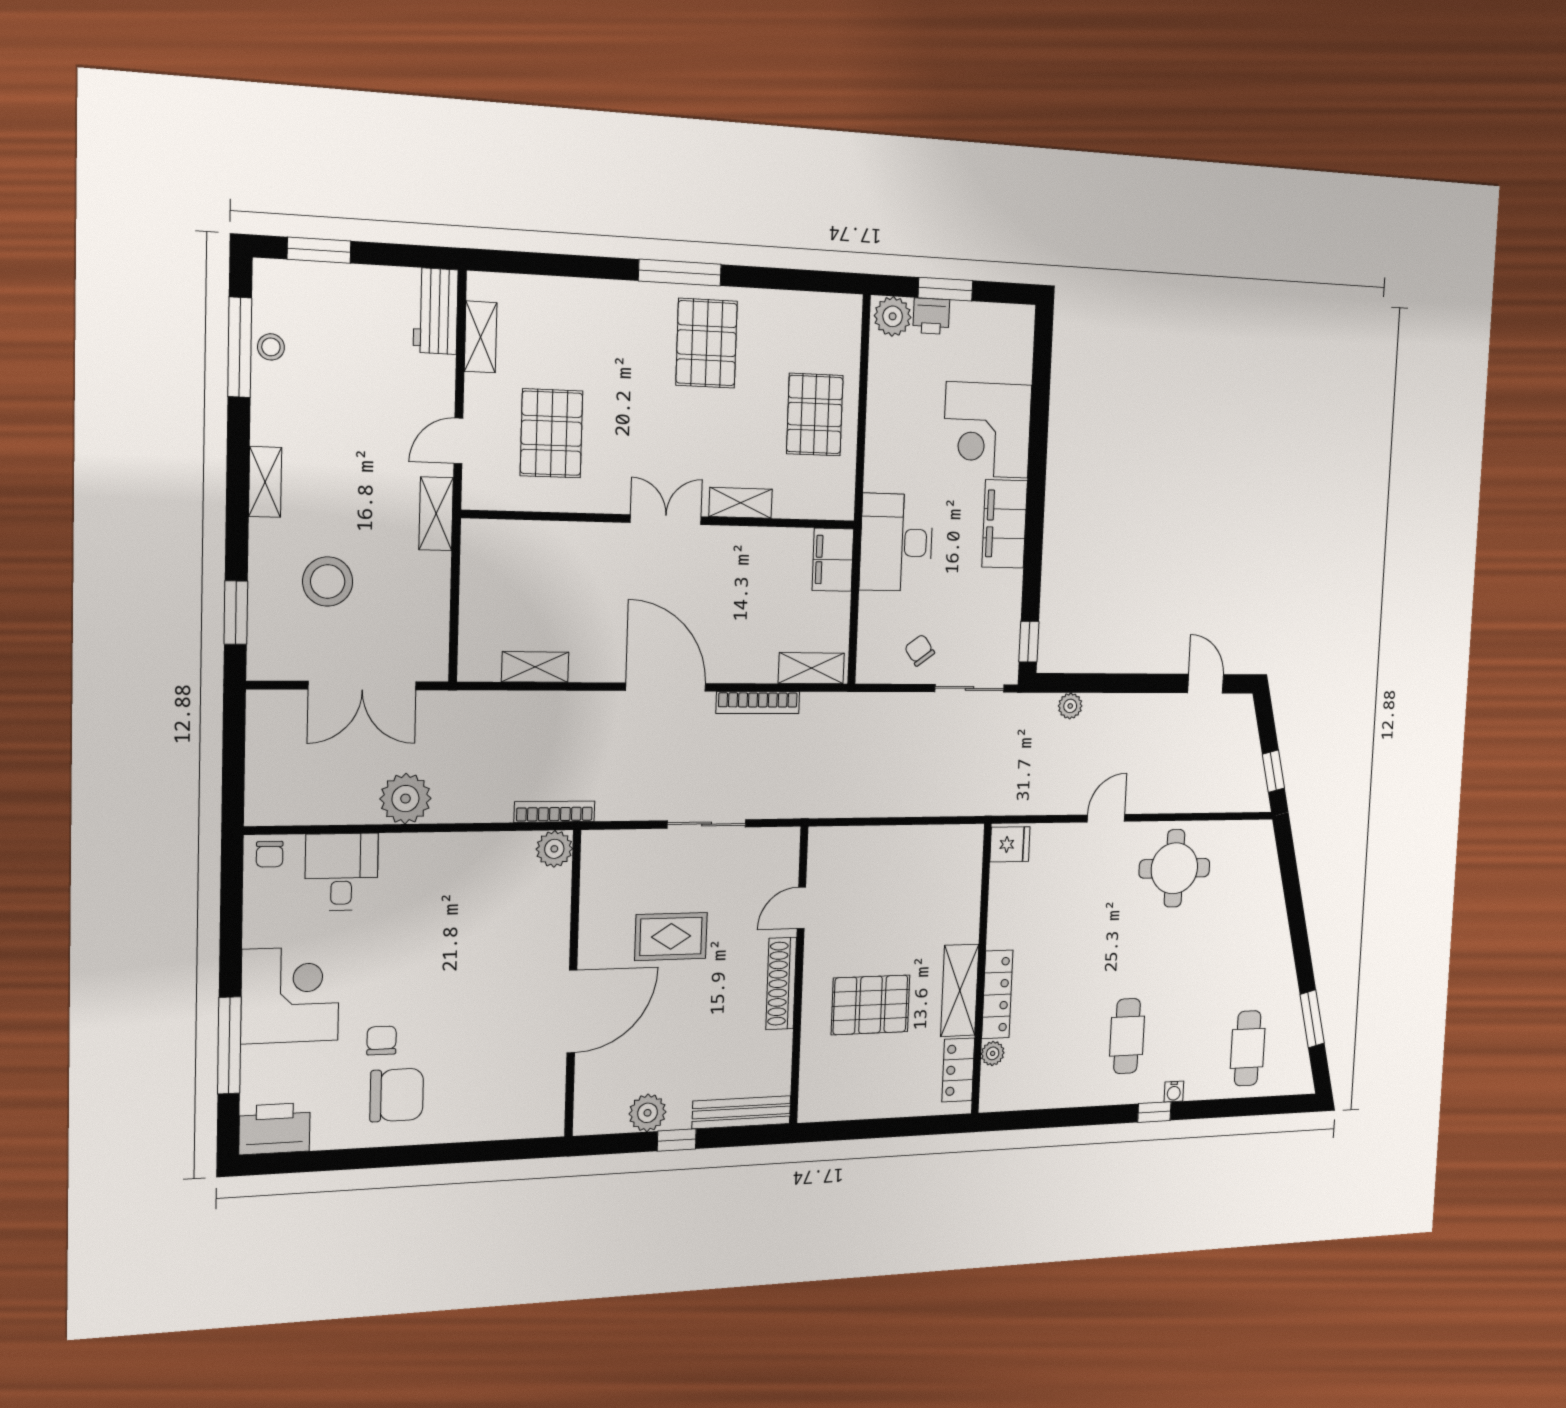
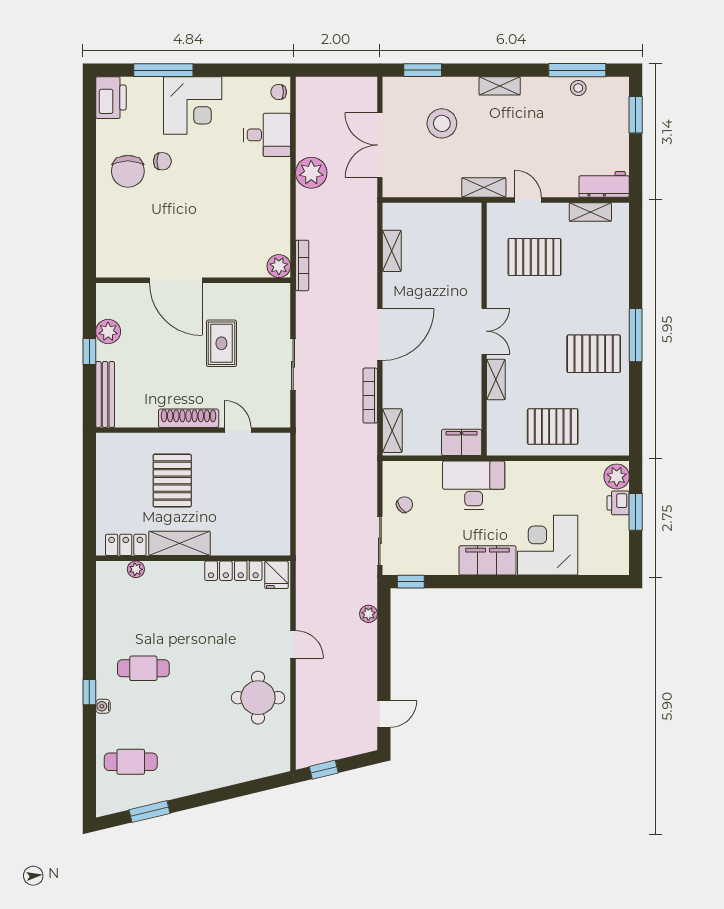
locker: (997, 994) -> (233, 571), moved

